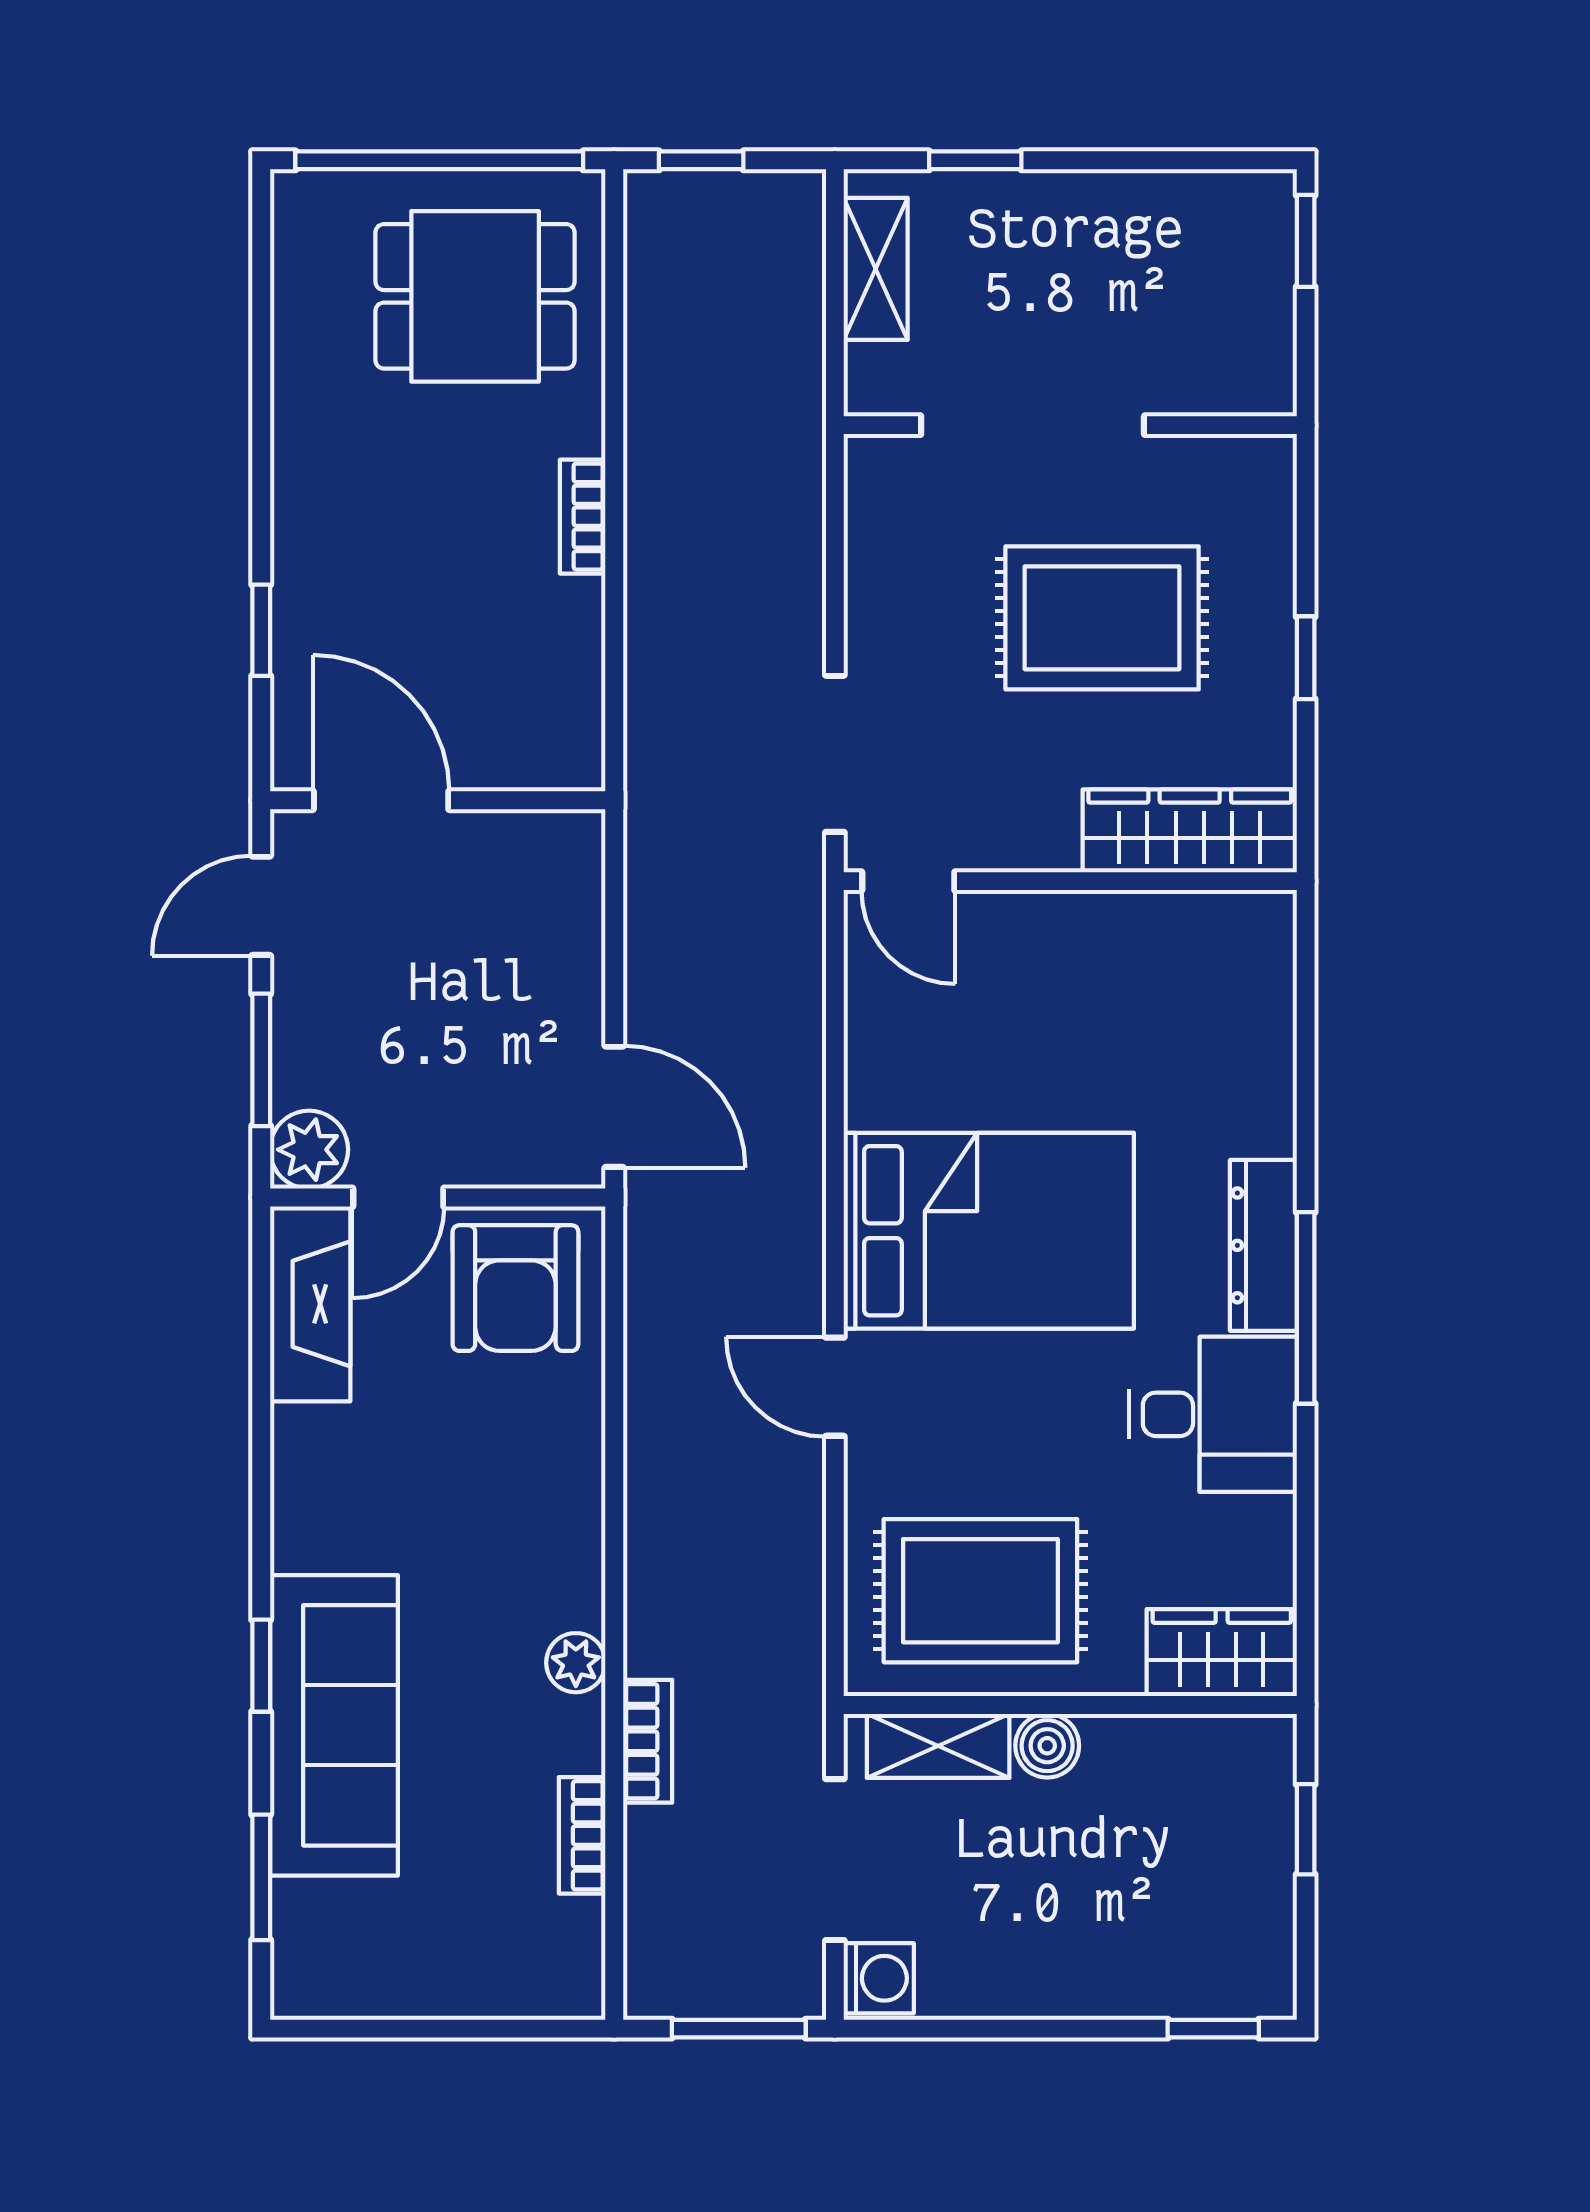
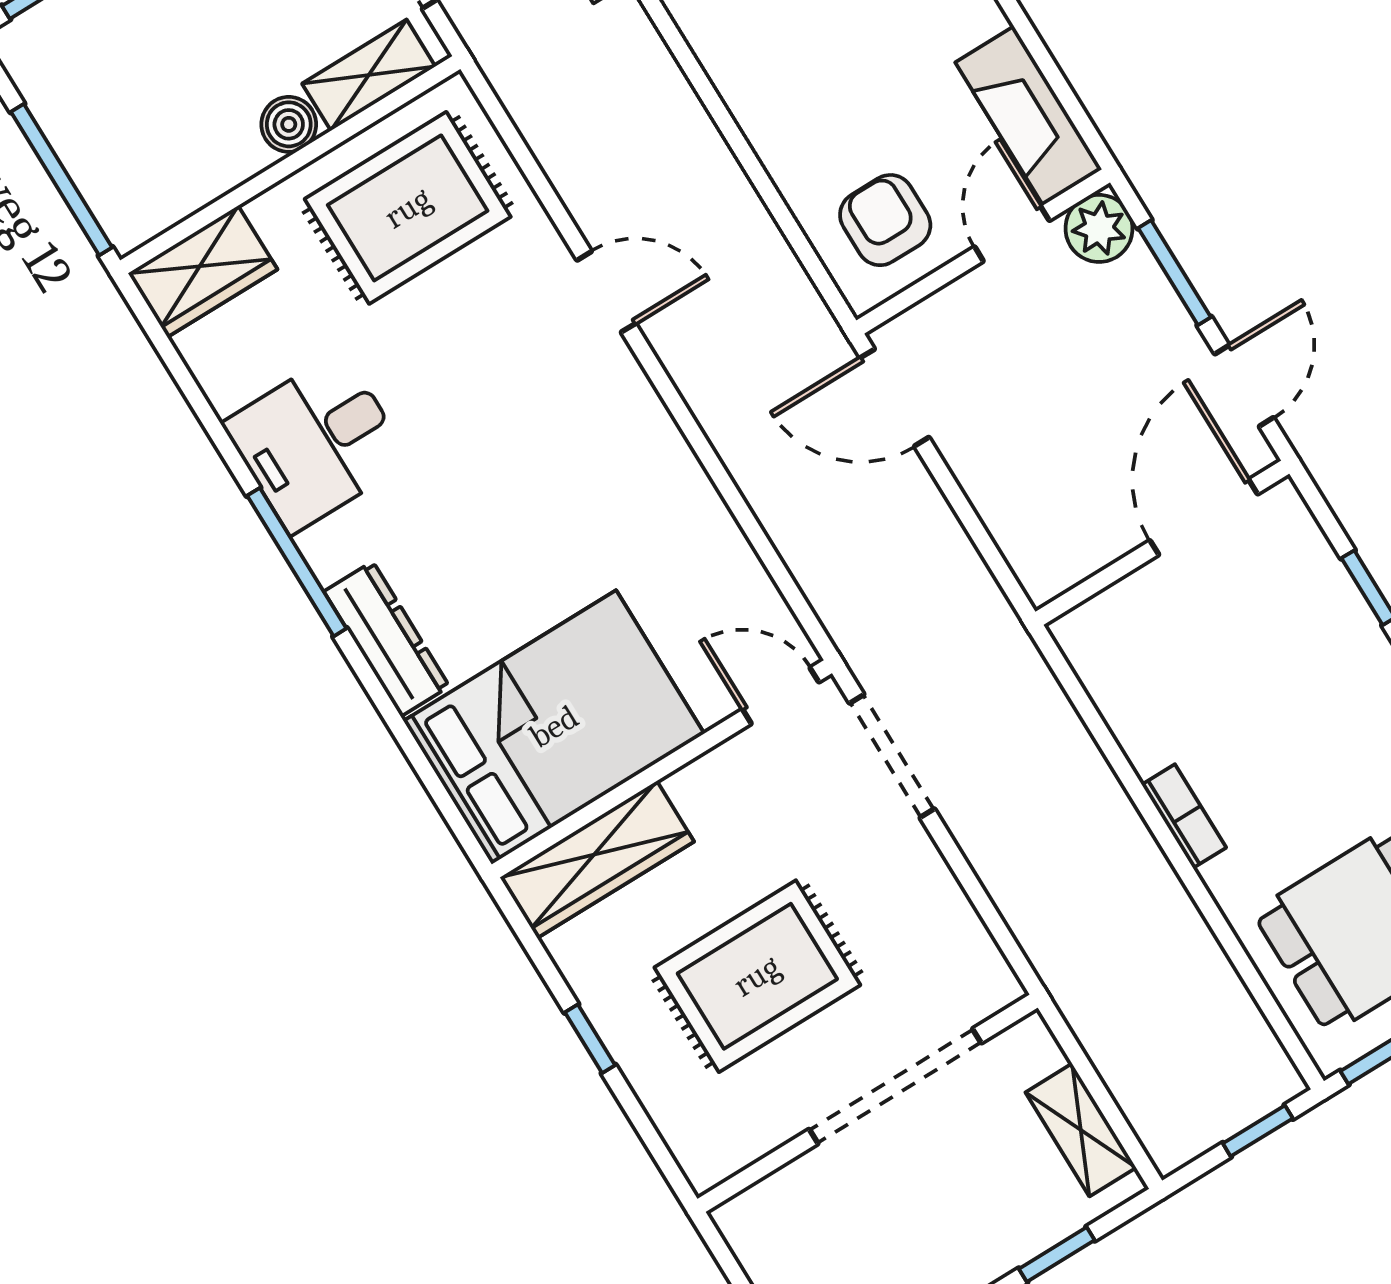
door: (381, 800) -> (1204, 517), swing flipped
bed: (989, 1231) -> (554, 727), moved, turned 180
dresser: (1263, 1245) -> (387, 639), moved
armchair: (515, 1288) -> (885, 220), width x0.72, depth x0.72
window: (1306, 1829) -> (61, 180), width x2.17

